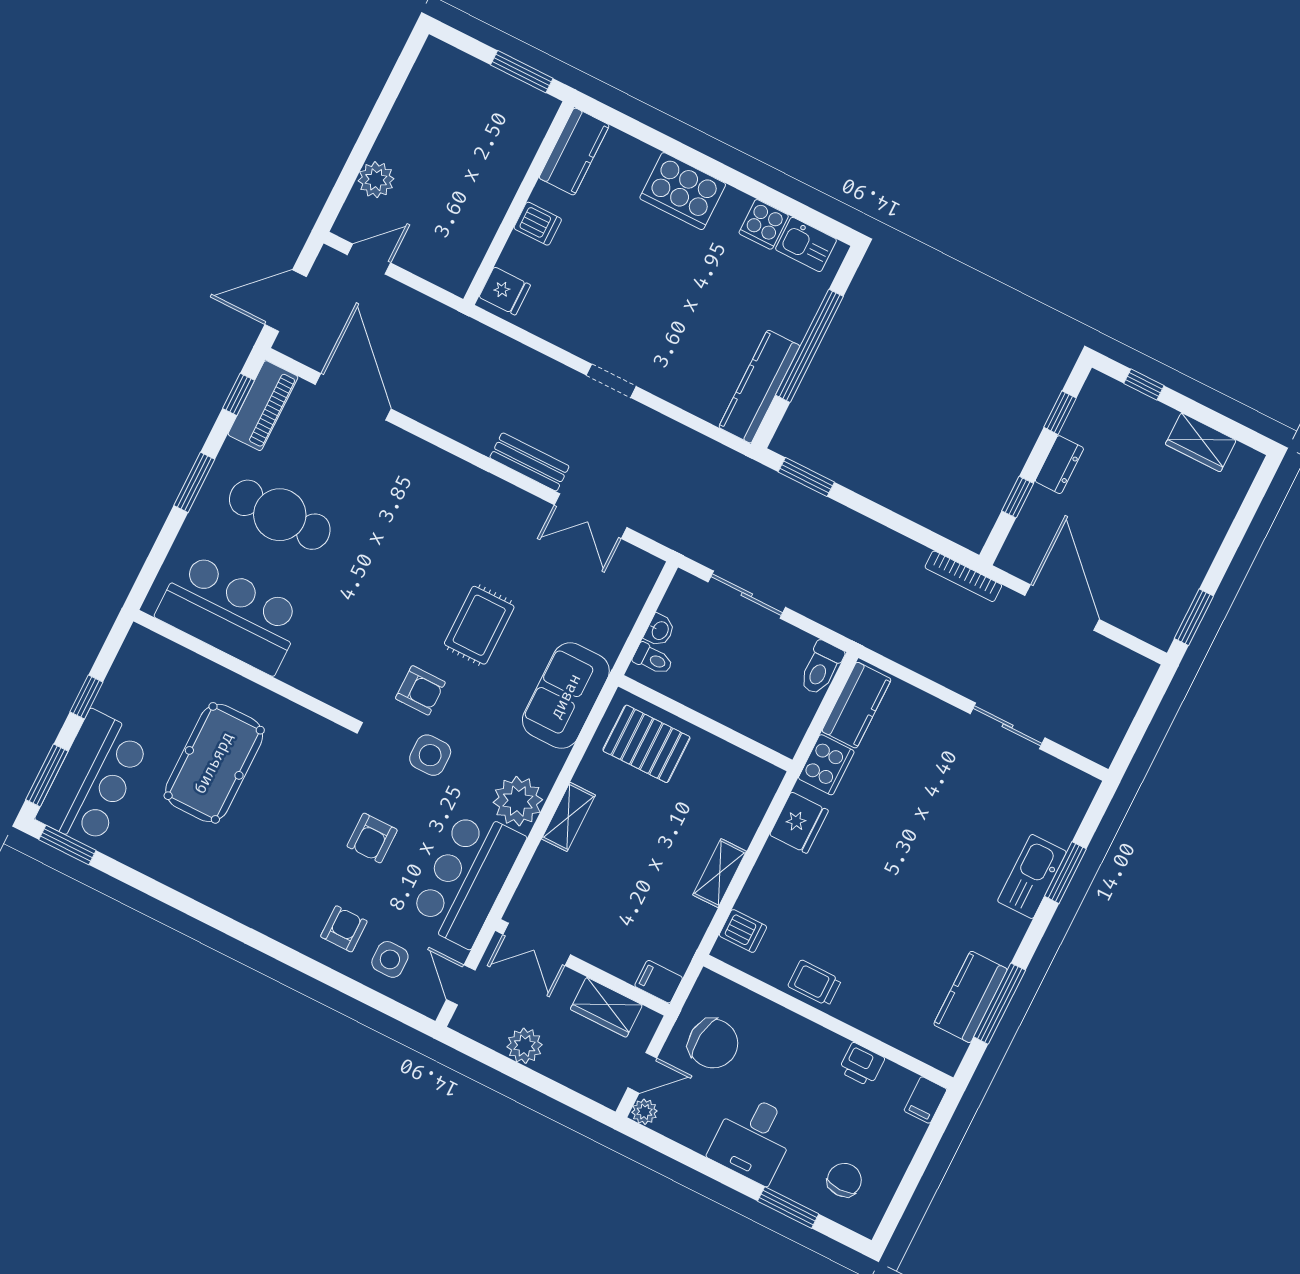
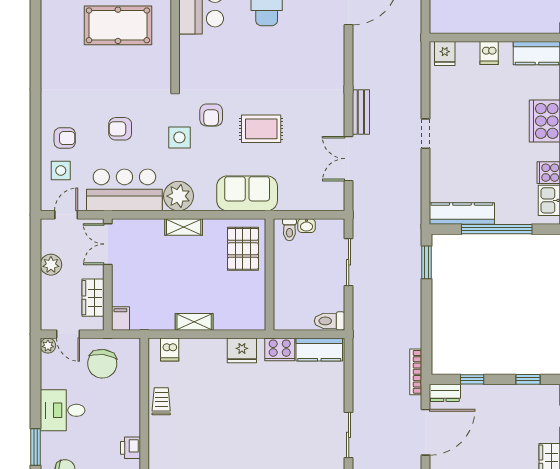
dresser: (1059, 465) -> (445, 393), moved

